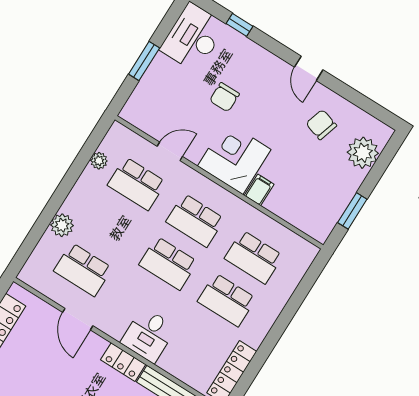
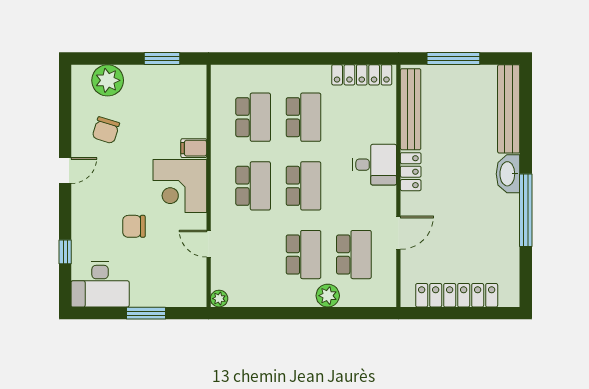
chair: (224, 97) -> (134, 226), turned 180
plant: (99, 161) -> (219, 299), moved
school desk: (137, 184) -> (304, 255), moved

